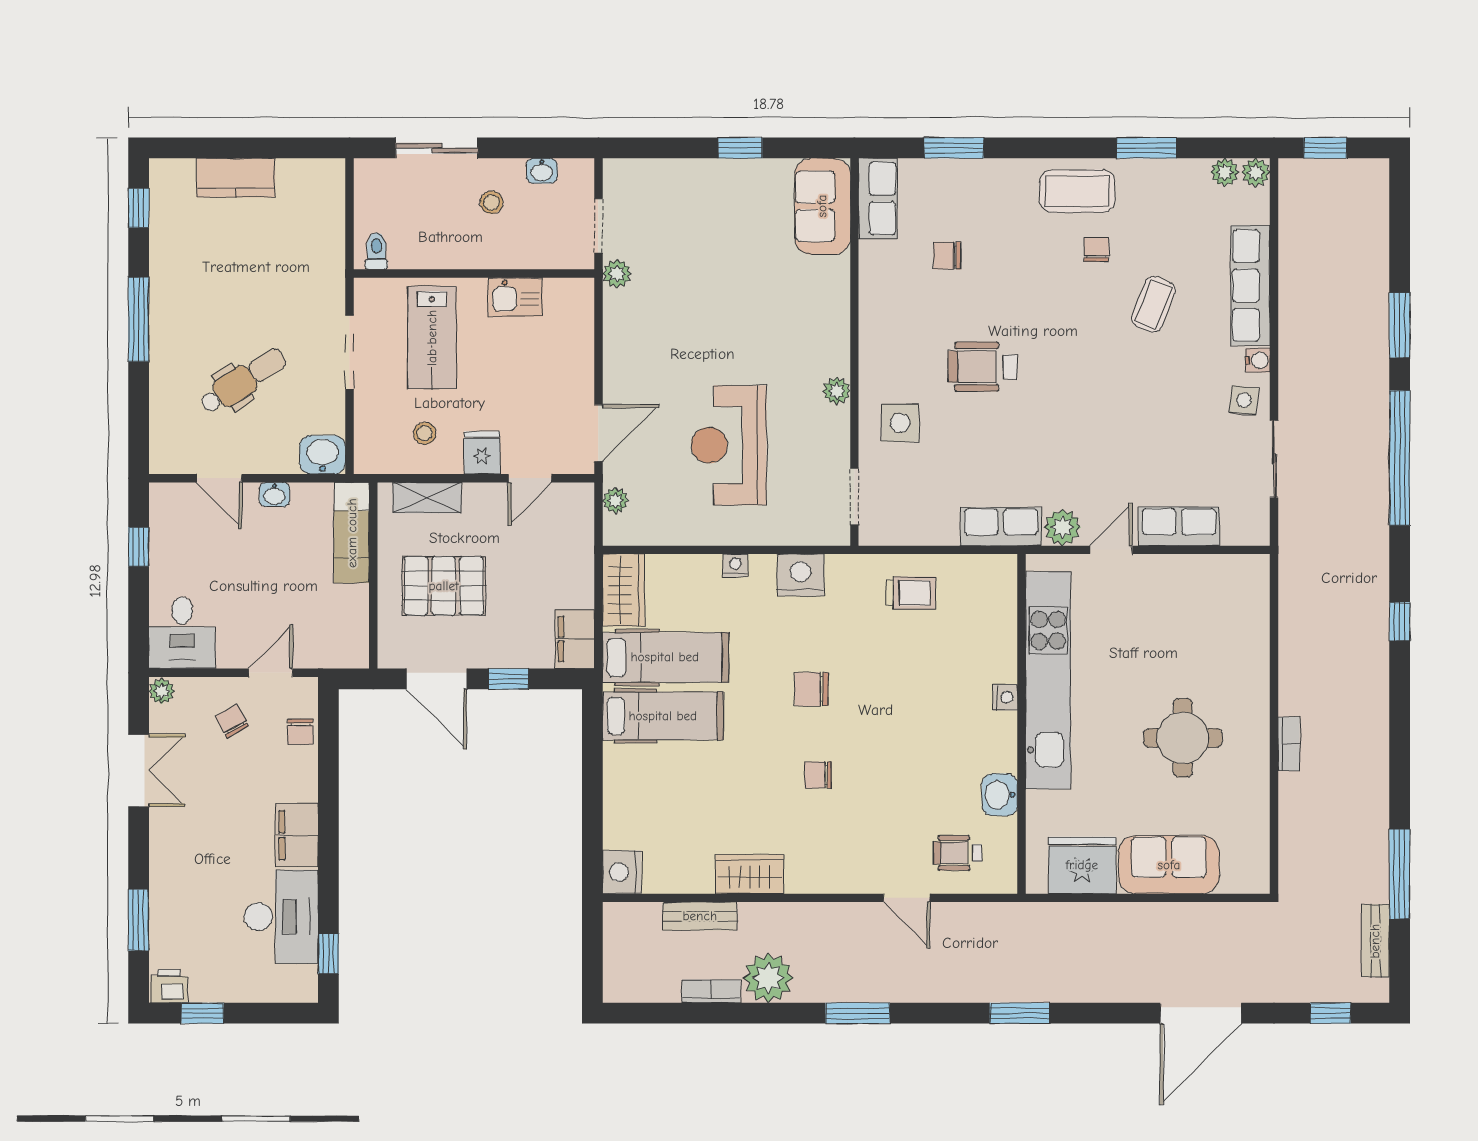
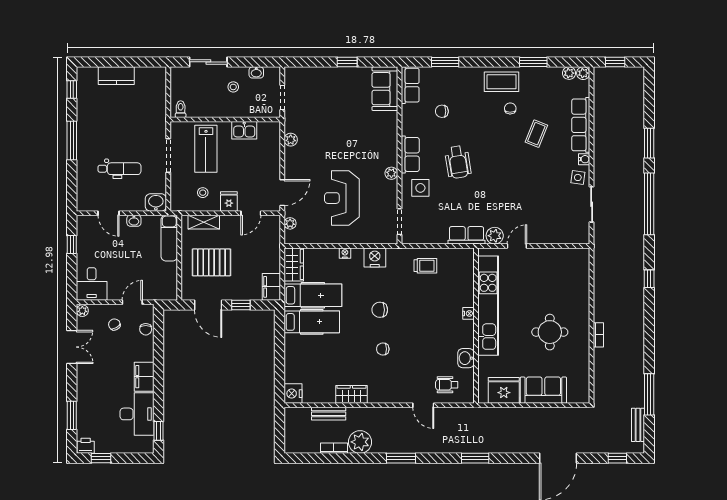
plant: (617, 274) -> (291, 140), moved
wheelchair: (982, 367) -> (458, 162), turned -99
dental chair: (243, 381) -> (119, 169), turned 33
row of seats: (1179, 526) -> (410, 154), moved, turned 90

